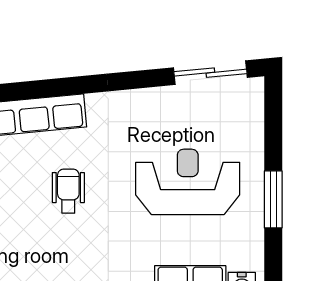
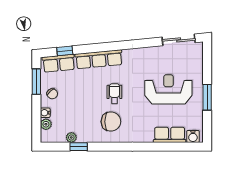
chair: (60, 253) -> (111, 122), added

